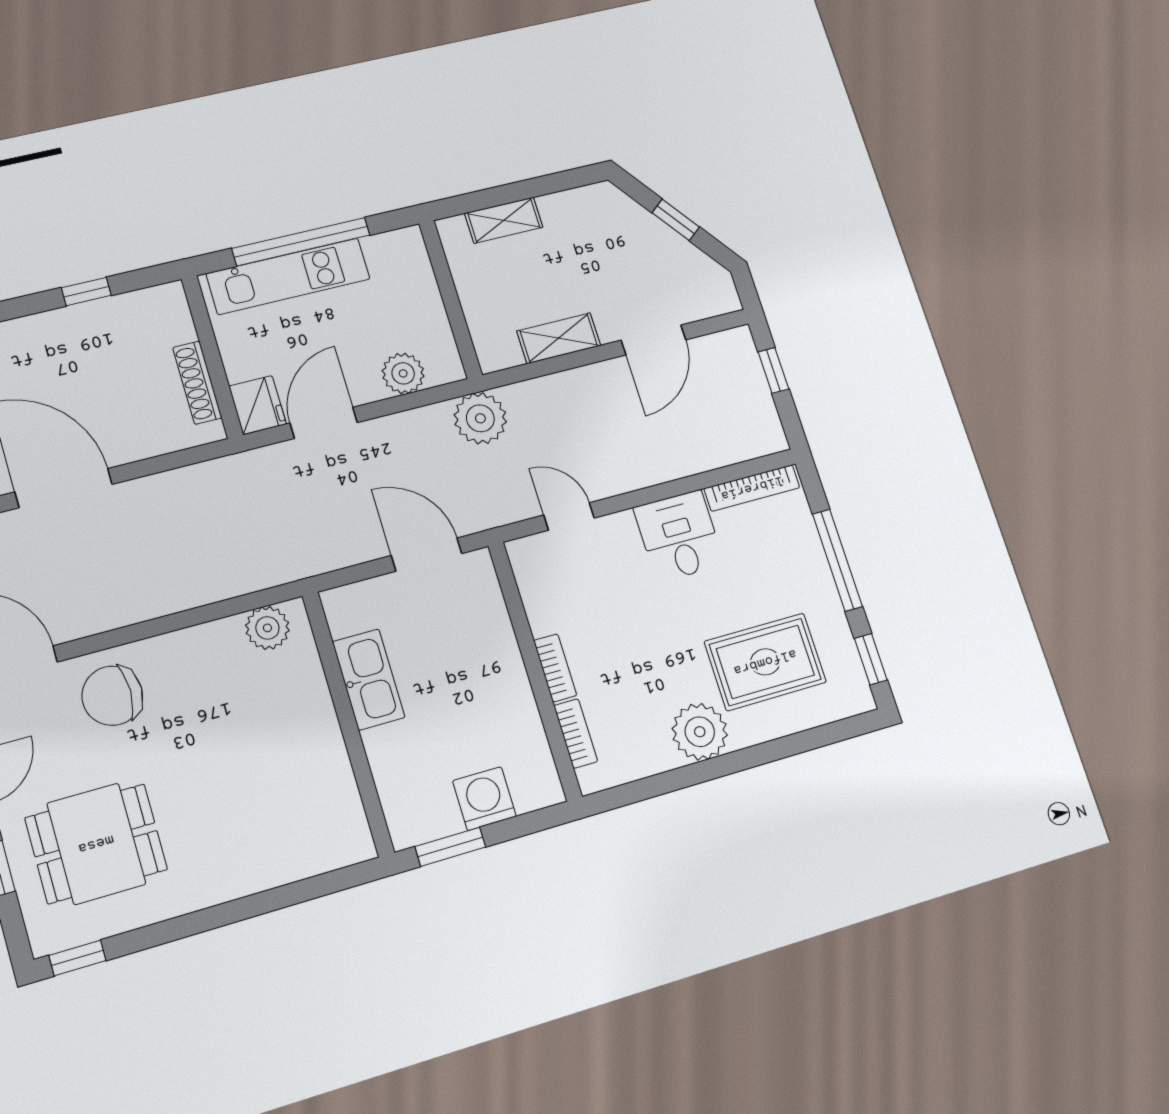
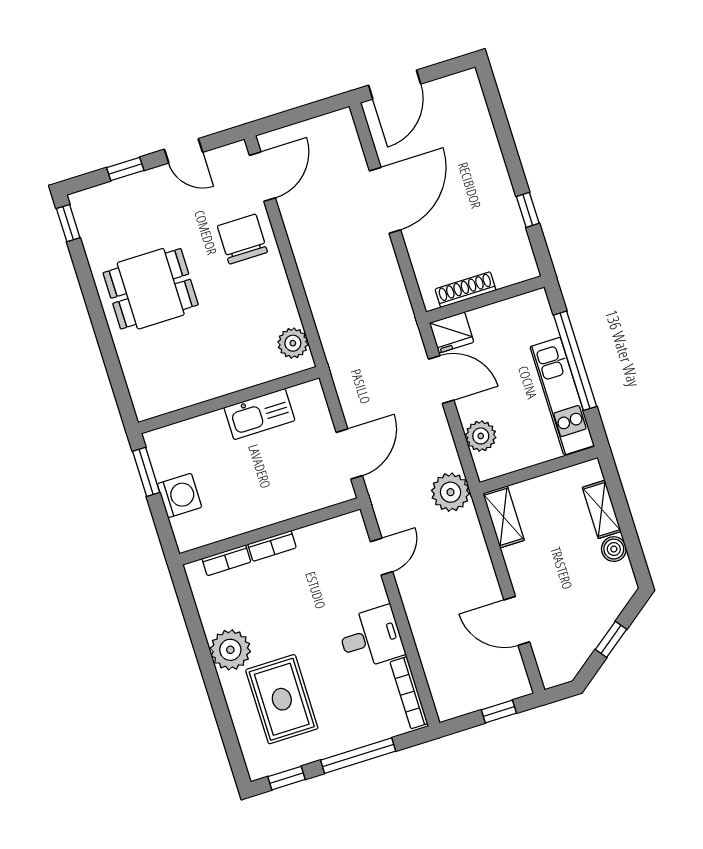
boiler: (557, 208) -> (614, 549), added
kitchen unit: (288, 276) -> (562, 396), moved
shelving: (559, 338) -> (504, 517), moved
dining table: (96, 844) -> (151, 289), moved, turned 90

